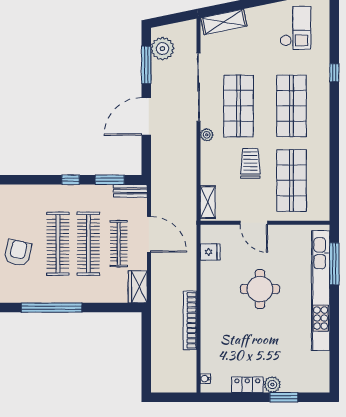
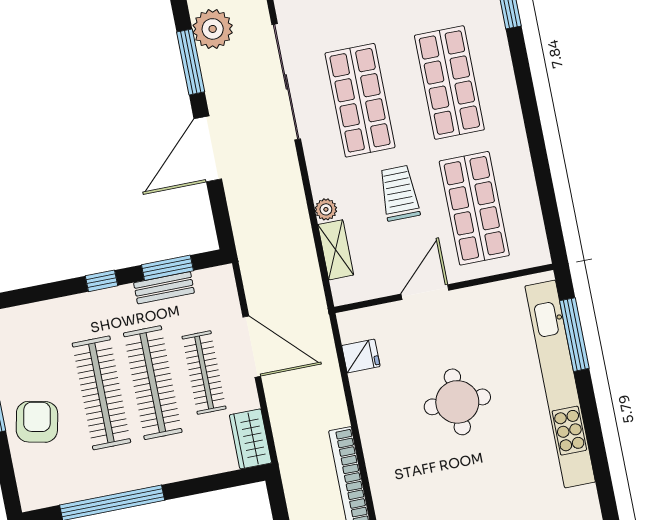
plant: (207, 135) -> (326, 209), moved
bench: (130, 191) -> (164, 288), moved
shelving: (208, 202) -> (336, 250), moved
door: (254, 223) -> (425, 292), swing flipped

